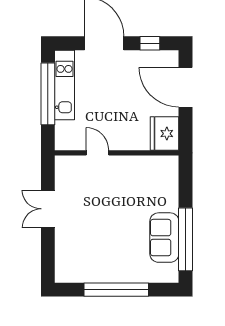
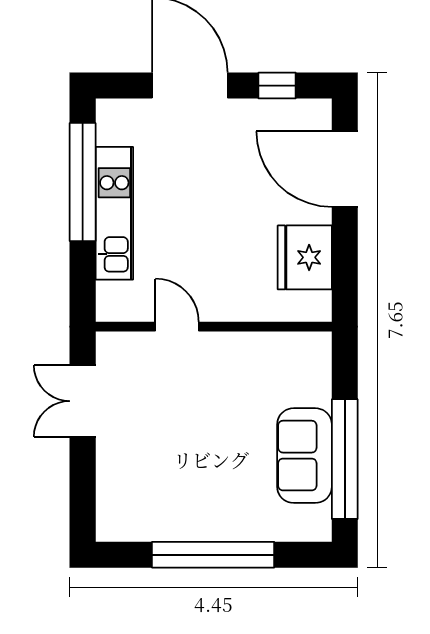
kitchen unit: (64, 85) -> (114, 213), moved
door: (97, 153) -> (177, 327), moved
wall: (117, 153) -> (214, 327), moved

